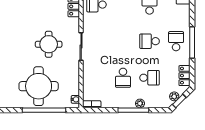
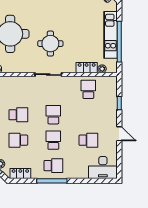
school desk: (123, 41) -> (53, 115), added
school desk: (123, 78) -> (18, 115), turned 180
school desk: (150, 78) -> (18, 140), turned 90

